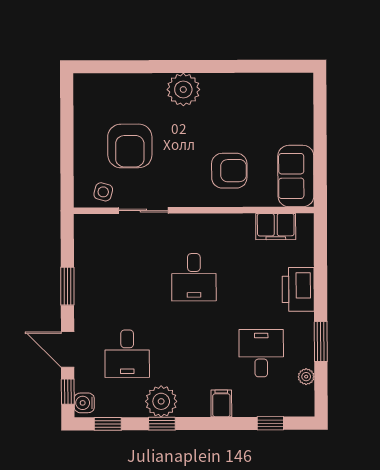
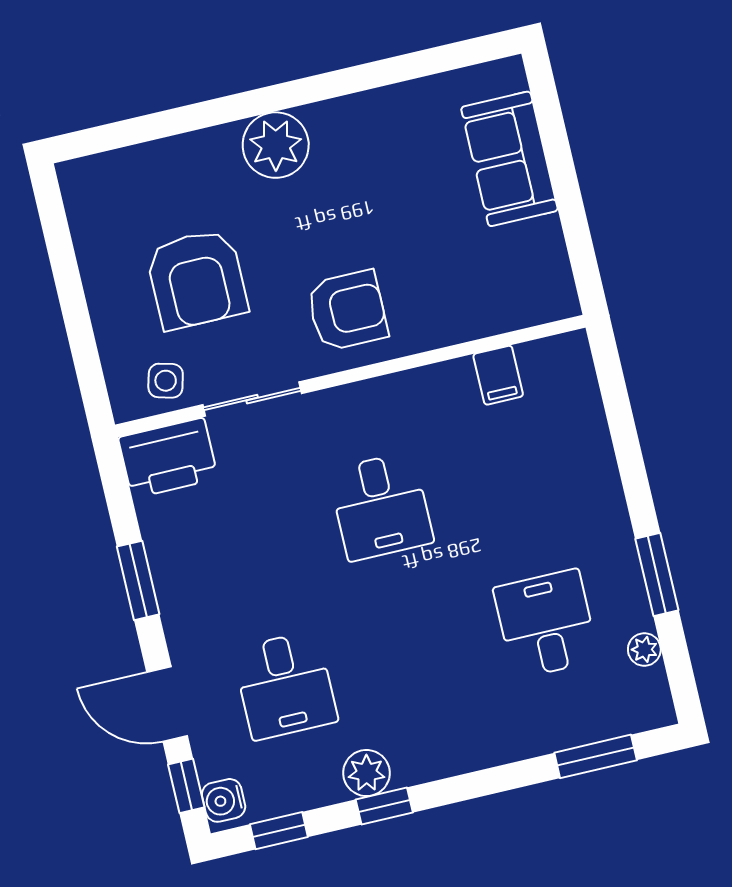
armchair: (229, 171) -> (347, 311), moved
sofa: (296, 176) -> (509, 159), moved
filing cabinet: (276, 227) -> (498, 375), width x0.50
printer: (298, 289) -> (168, 458), moved, turned -90
plant: (161, 401) -> (366, 773), width x0.73, depth x0.73
filing cabinet: (221, 403) -> (491, 740), removed
window: (270, 423) -> (596, 756), width x1.50

